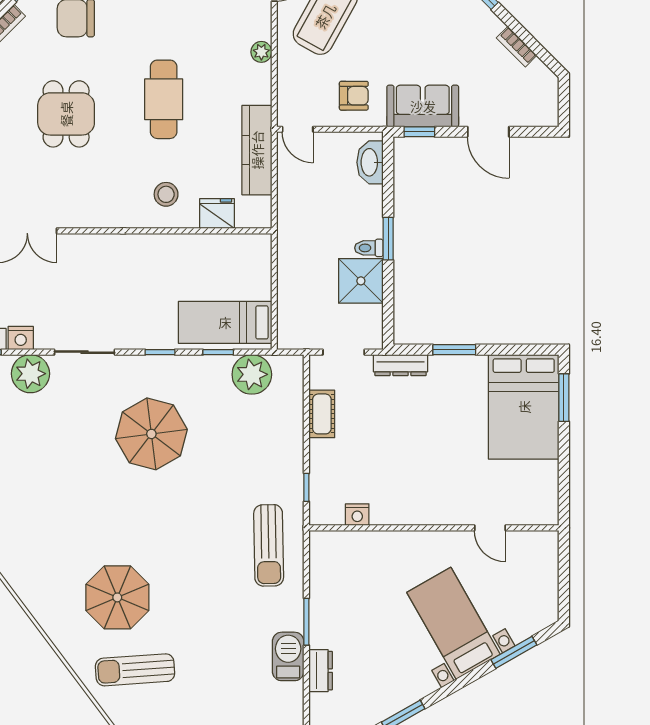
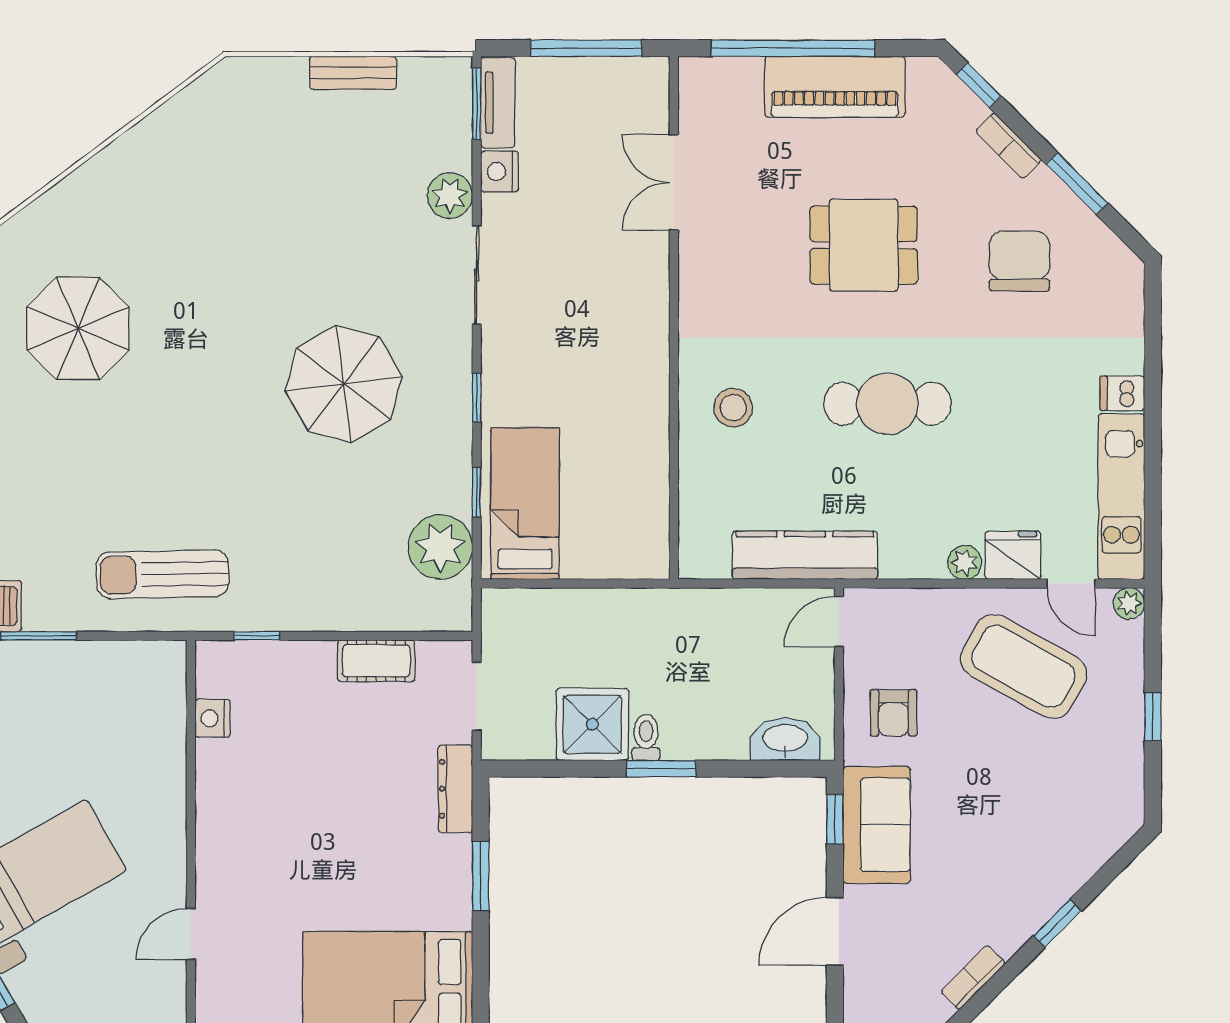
fridge: (217, 213) -> (1013, 555), moved, turned -90
plant: (30, 374) -> (450, 196), width x0.73, depth x0.73

